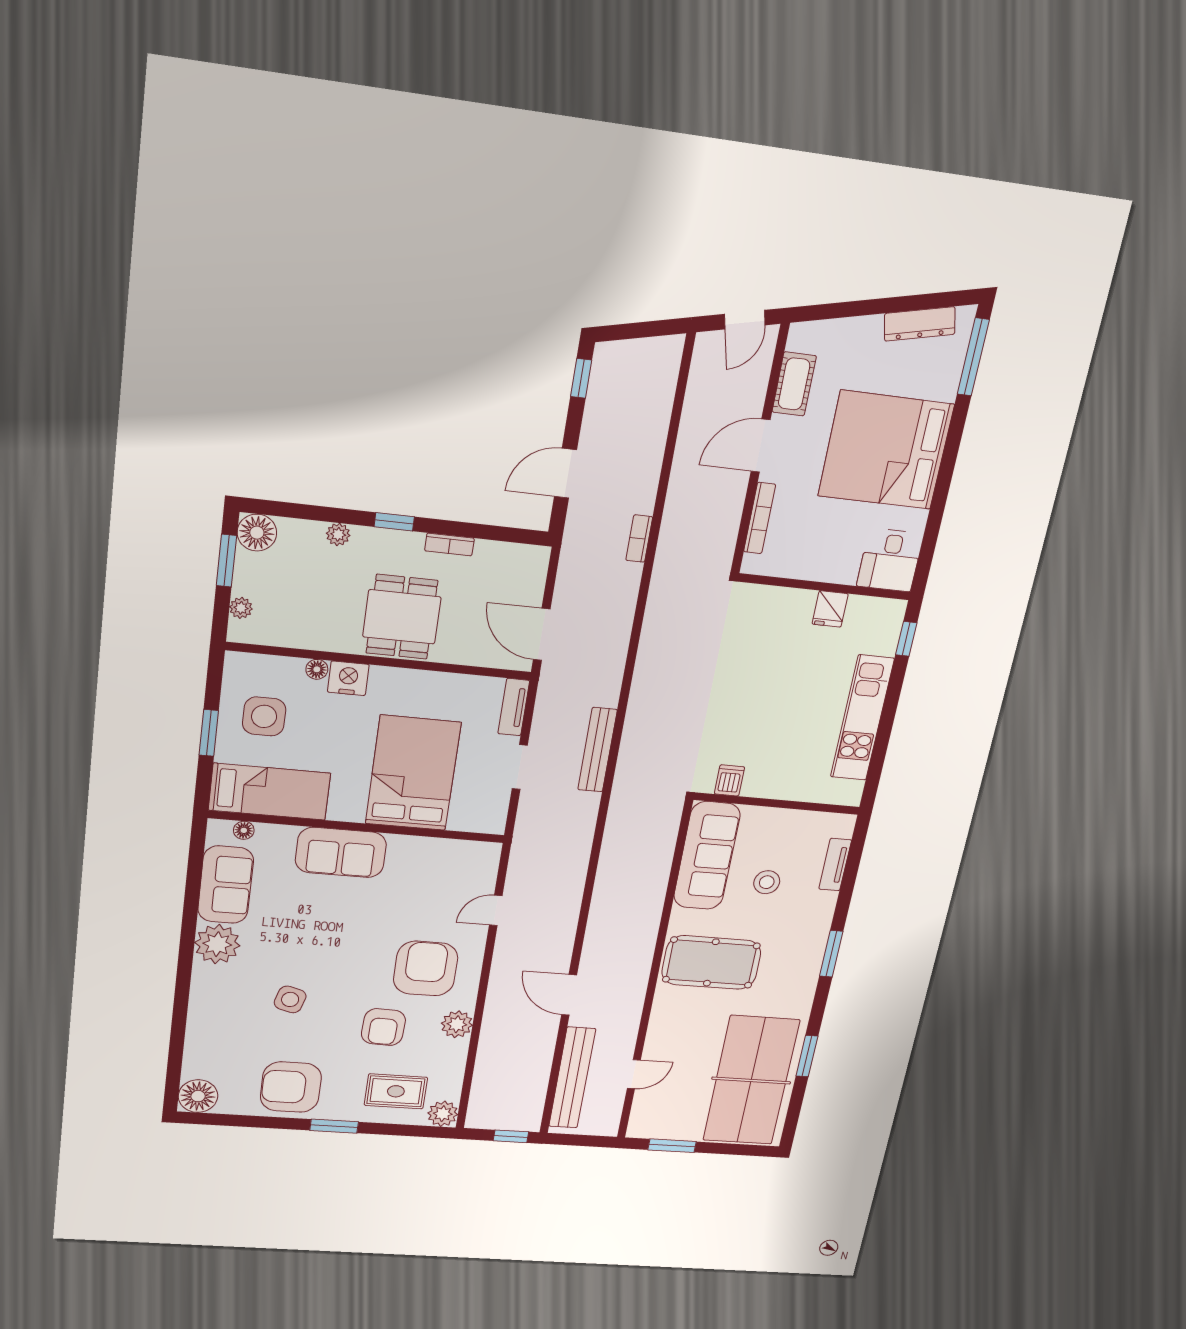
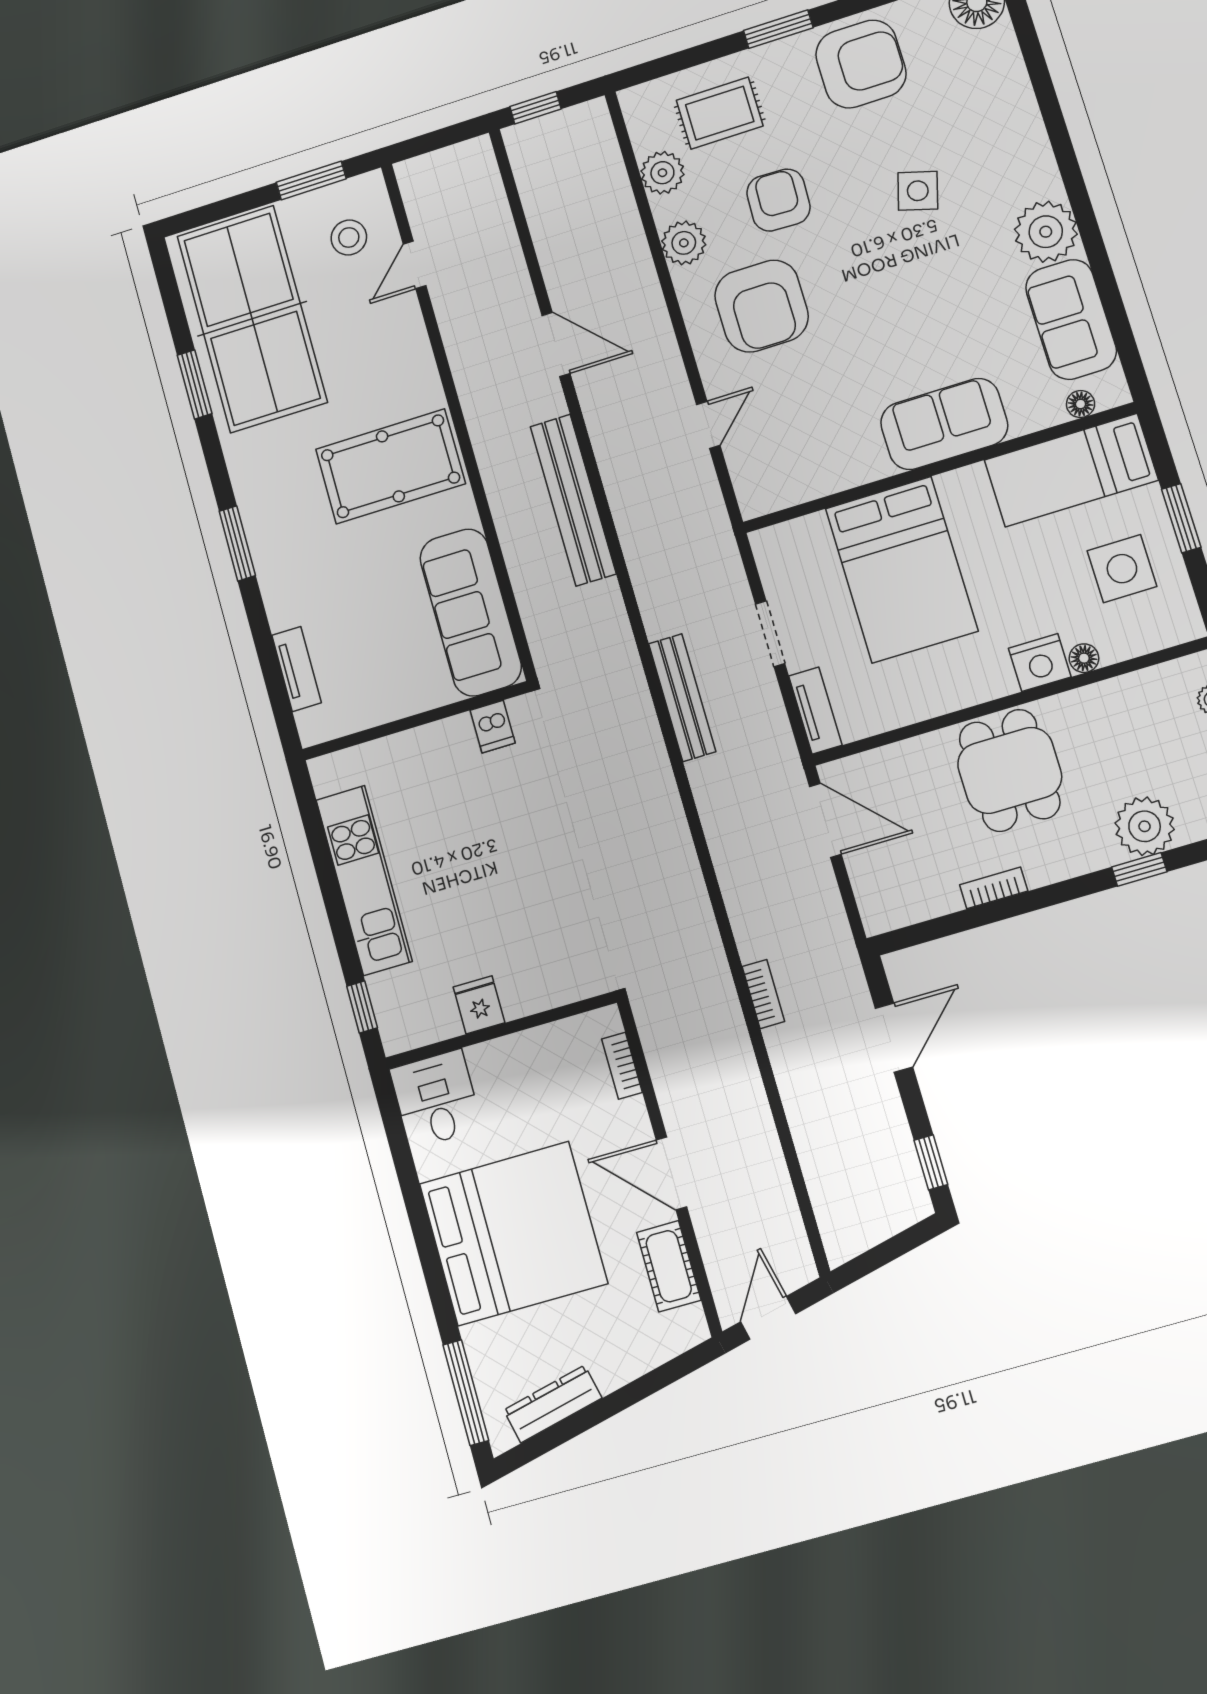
door: (761, 446) -> (671, 1173), swing flipped
bookcase: (760, 518) -> (622, 1066), width x0.64
window: (394, 522) -> (1139, 869), moved
plant: (338, 534) -> (1145, 826), width x1.88, depth x1.88
stool: (767, 882) -> (349, 237), moved
bench: (572, 1078) -> (573, 500), moved
plant: (443, 1114) -> (662, 173), moved

